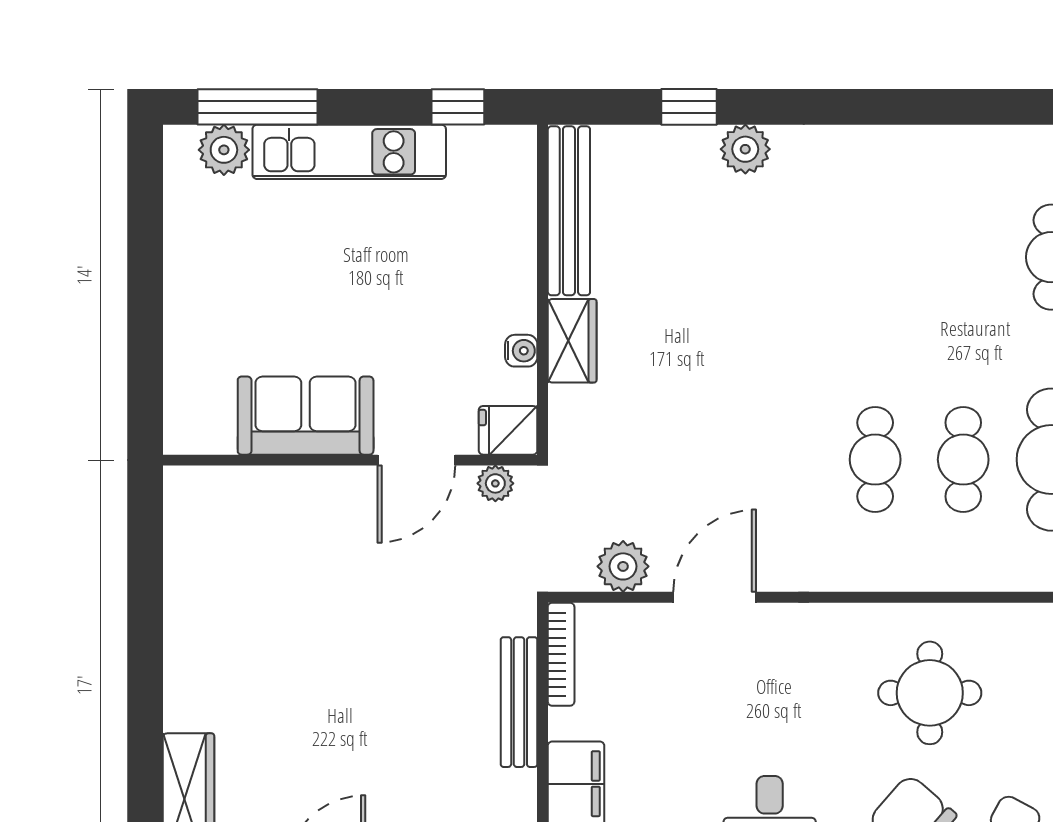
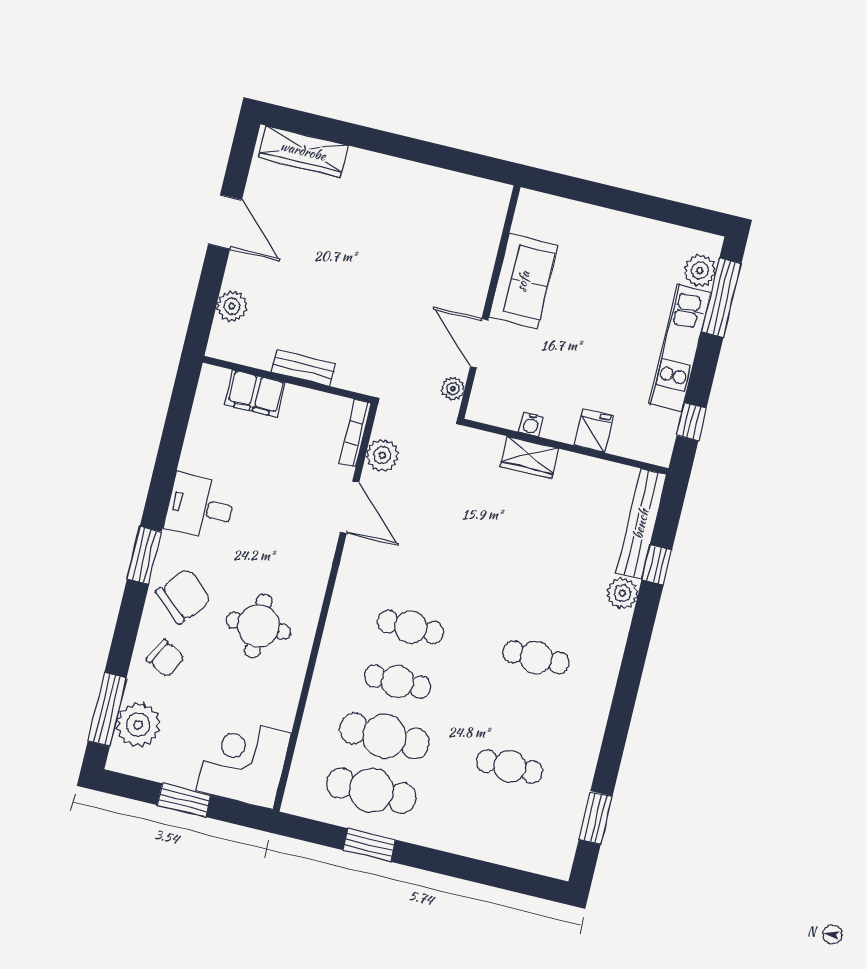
bench: (569, 211) -> (641, 524), moved, turned 90
cafe table: (875, 257) -> (536, 657), added
fridge: (508, 430) -> (594, 431), moved
bookcase: (561, 654) -> (355, 433), moved, turned 90
bench: (519, 702) -> (303, 368), width x0.73

